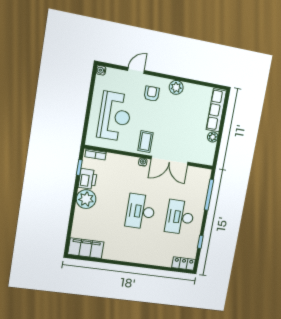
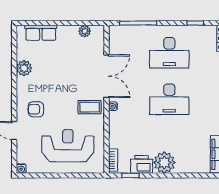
plant: (176, 87) -> (24, 68), moved
row of seats: (216, 110) -> (41, 33), width x0.68
plant: (213, 137) -> (85, 31), moved

